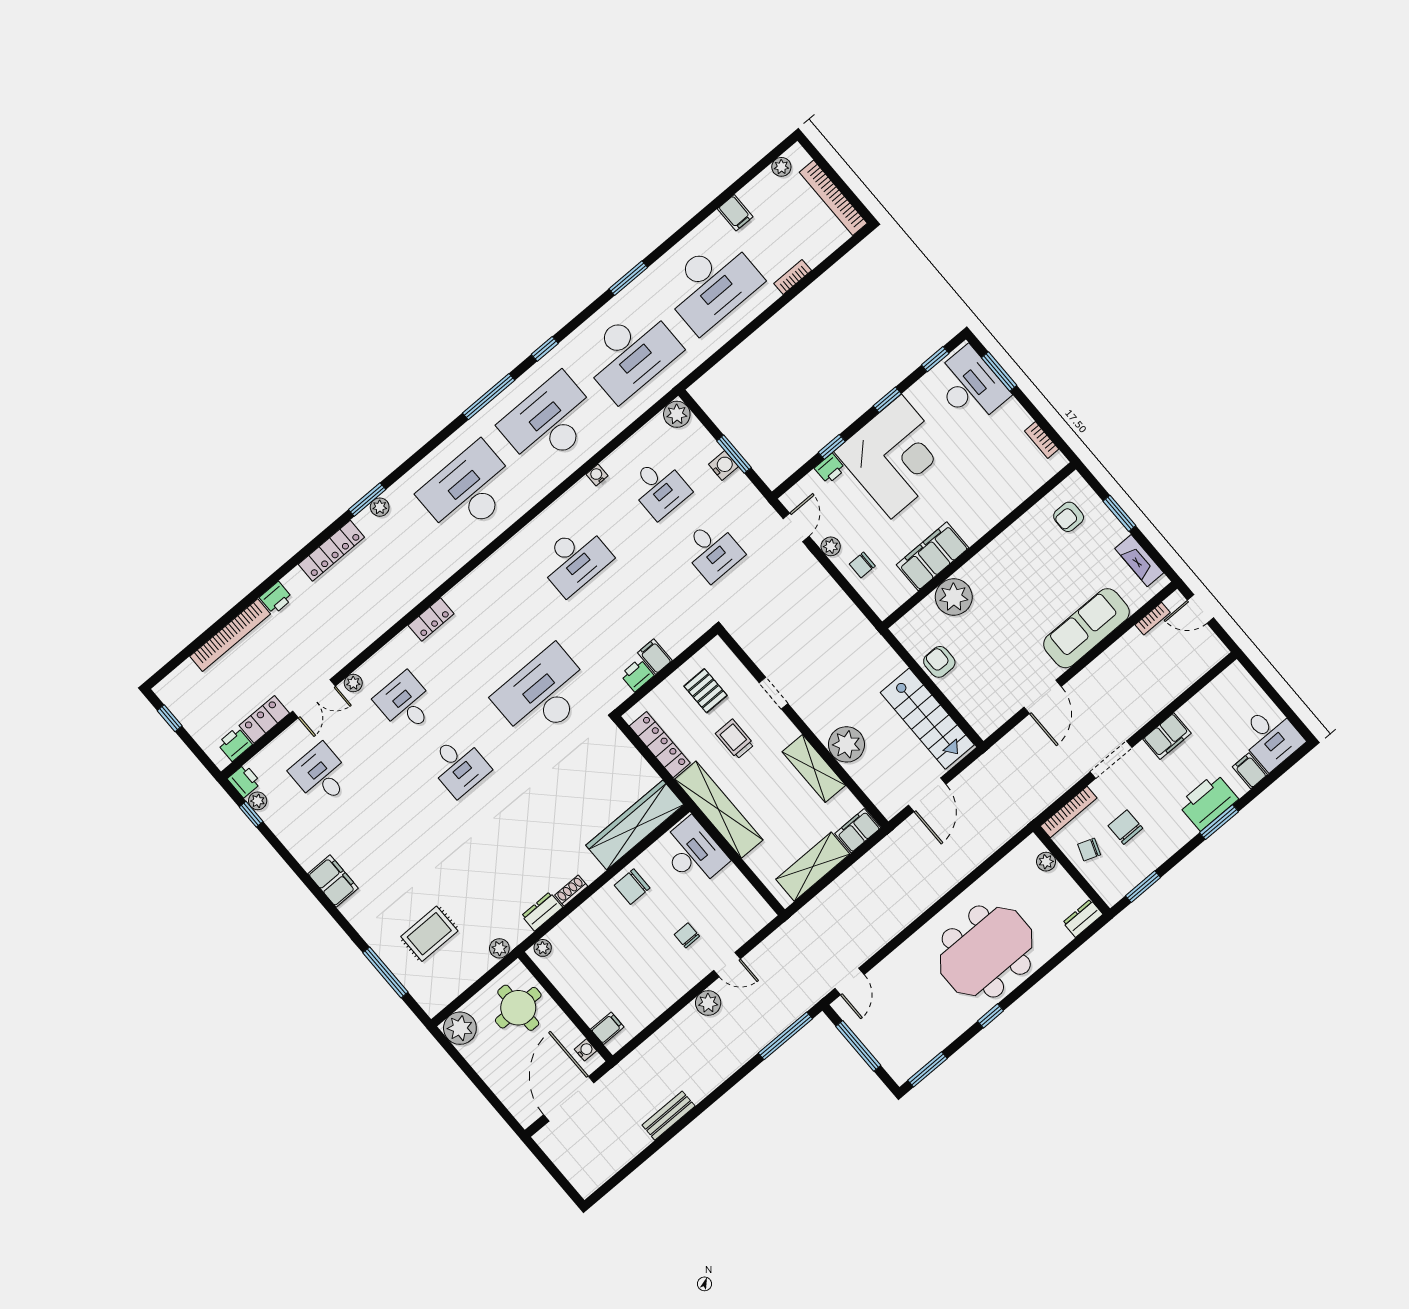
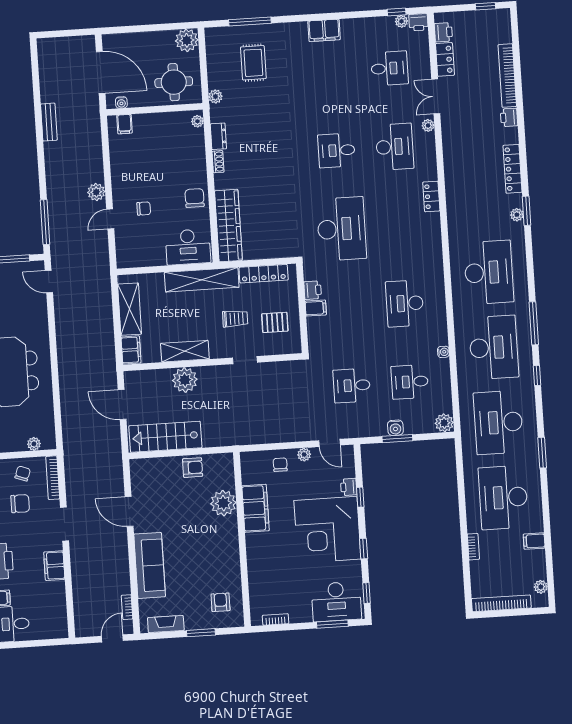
desk: (406, 703) -> (395, 147), width x1.37

